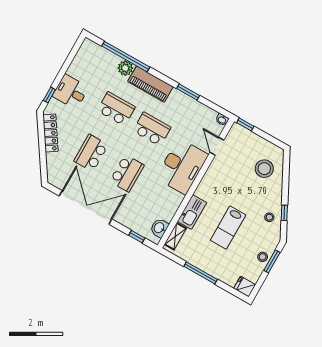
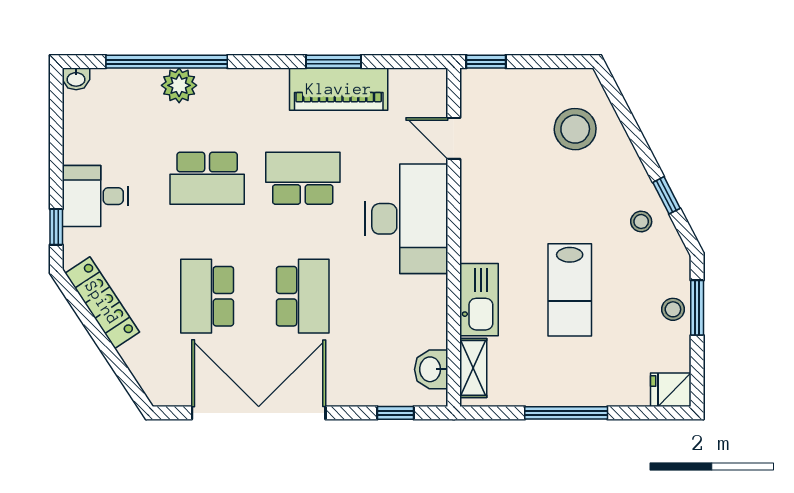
piano: (150, 84) -> (339, 89), moved
school desk: (116, 109) -> (207, 178), turned 180
washbasin: (222, 120) -> (76, 79), moved

